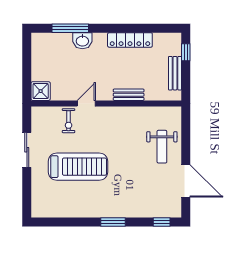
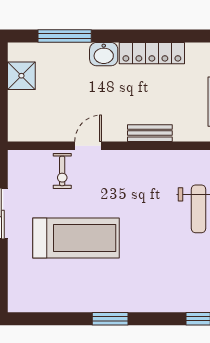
washbasin: (82, 41) -> (104, 54), moved
shower: (41, 91) -> (21, 76), moved
window: (113, 222) -> (110, 319), moved

